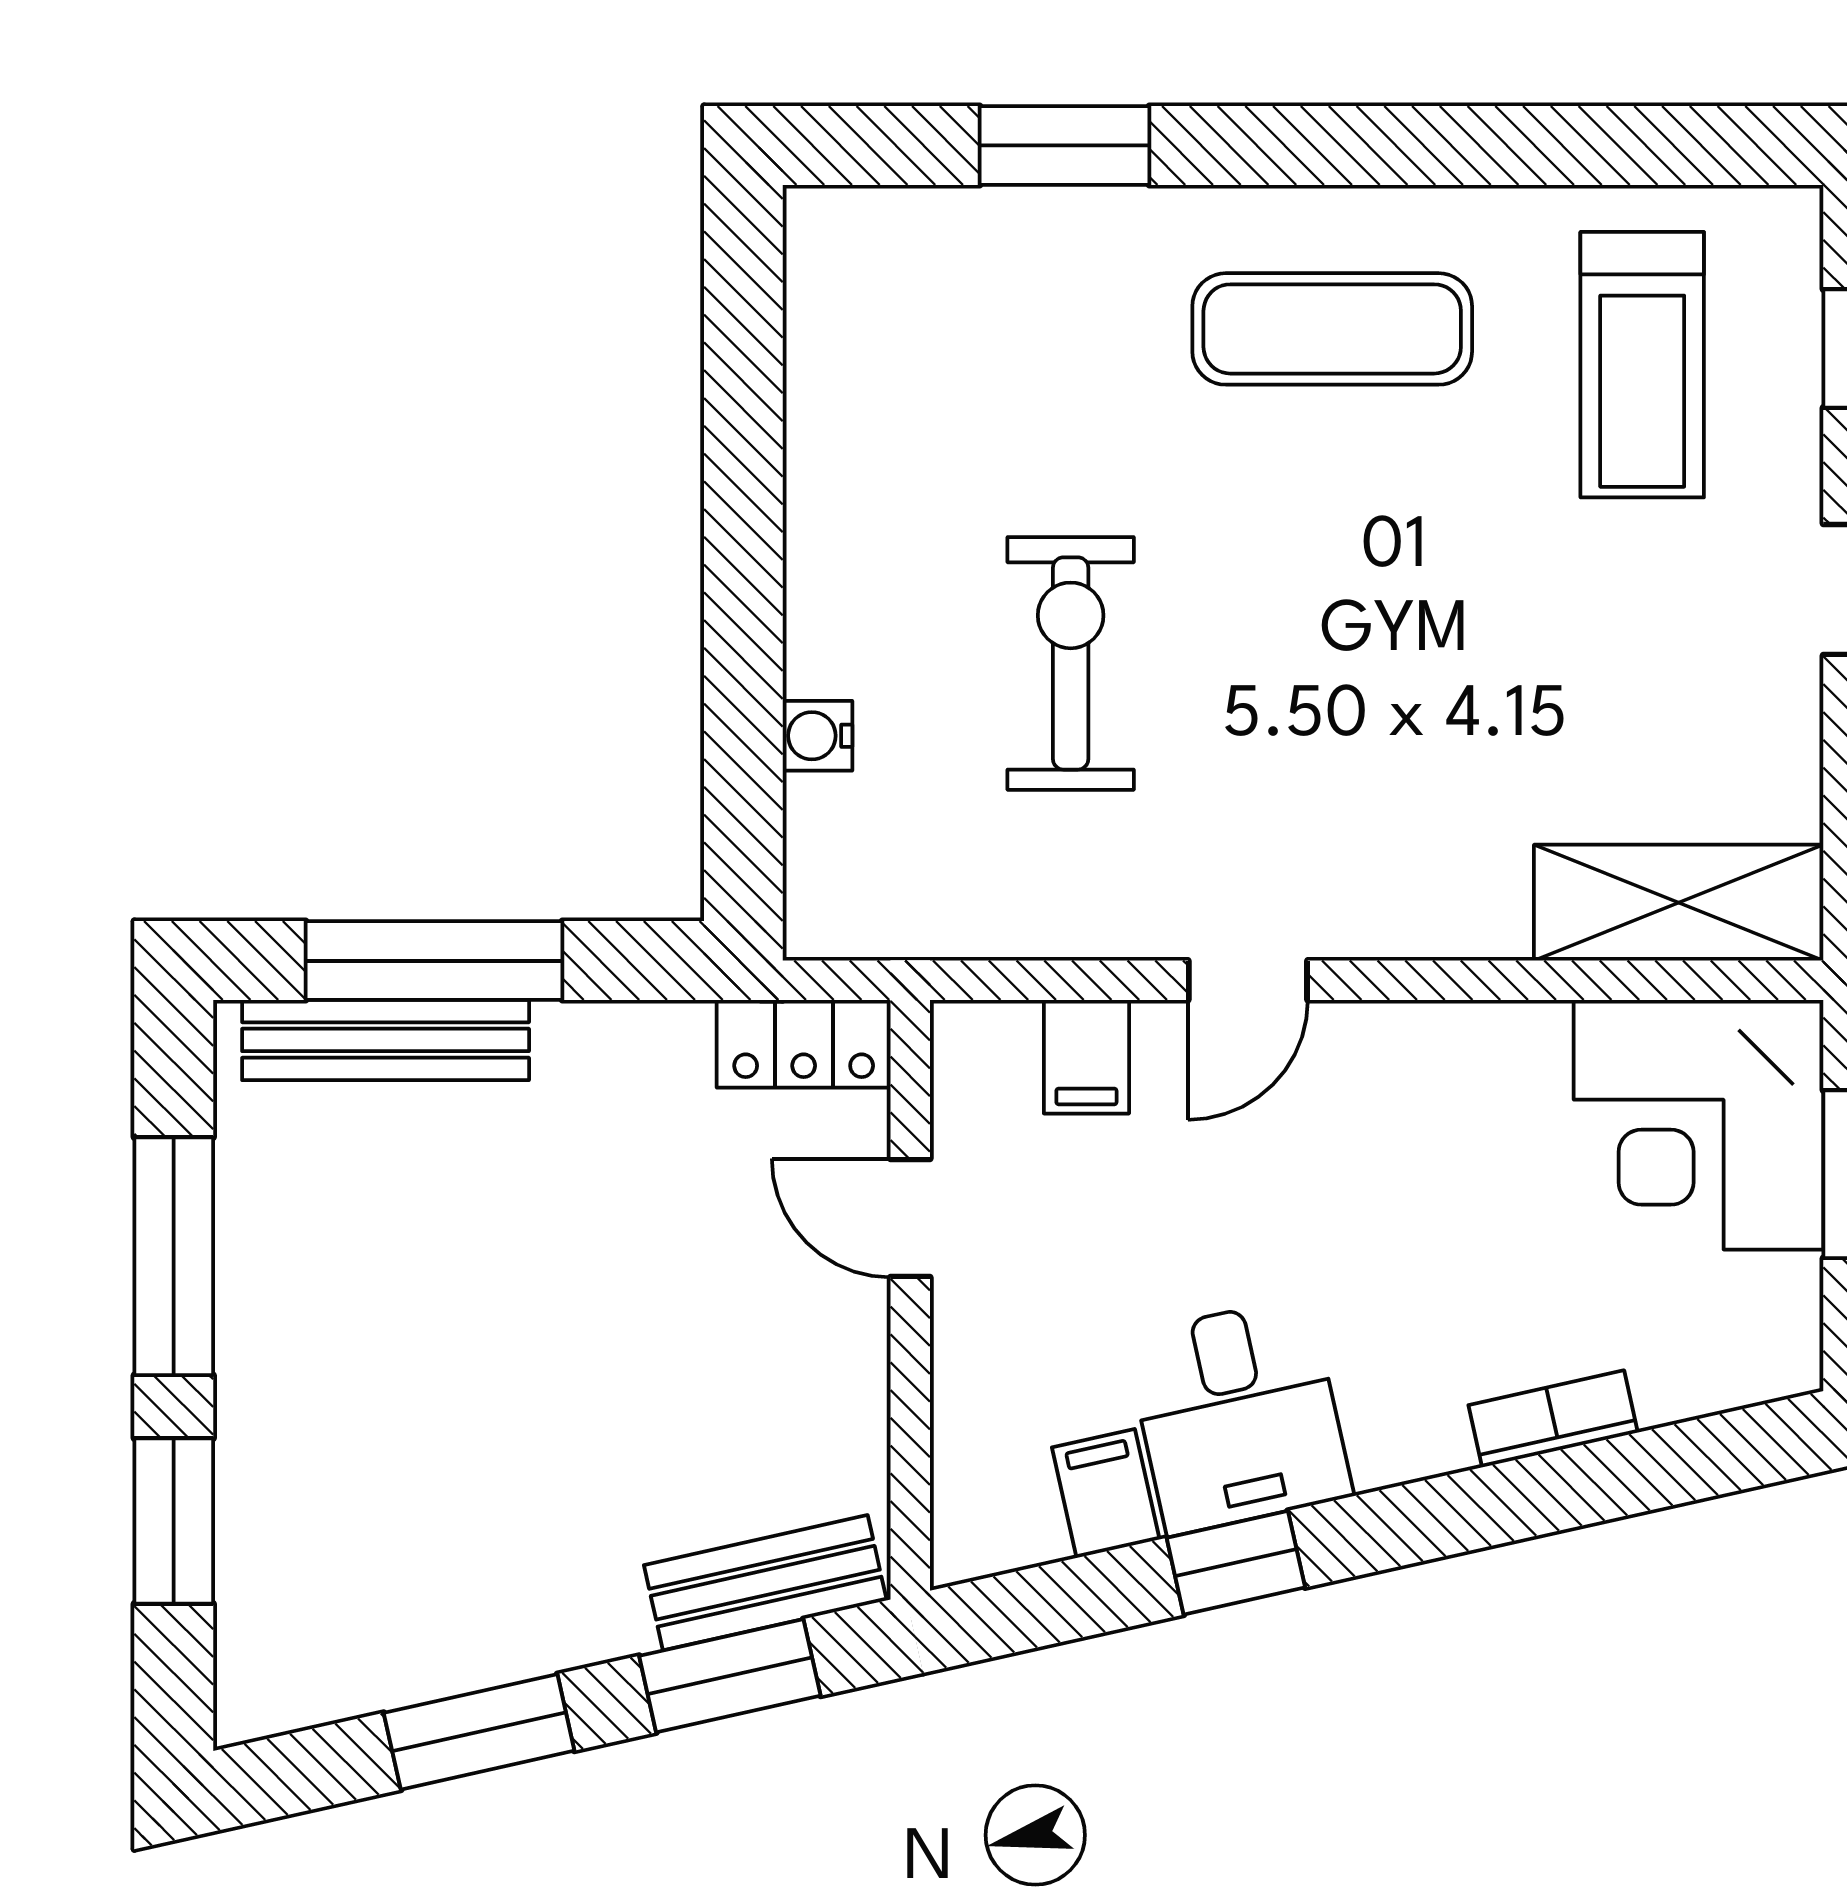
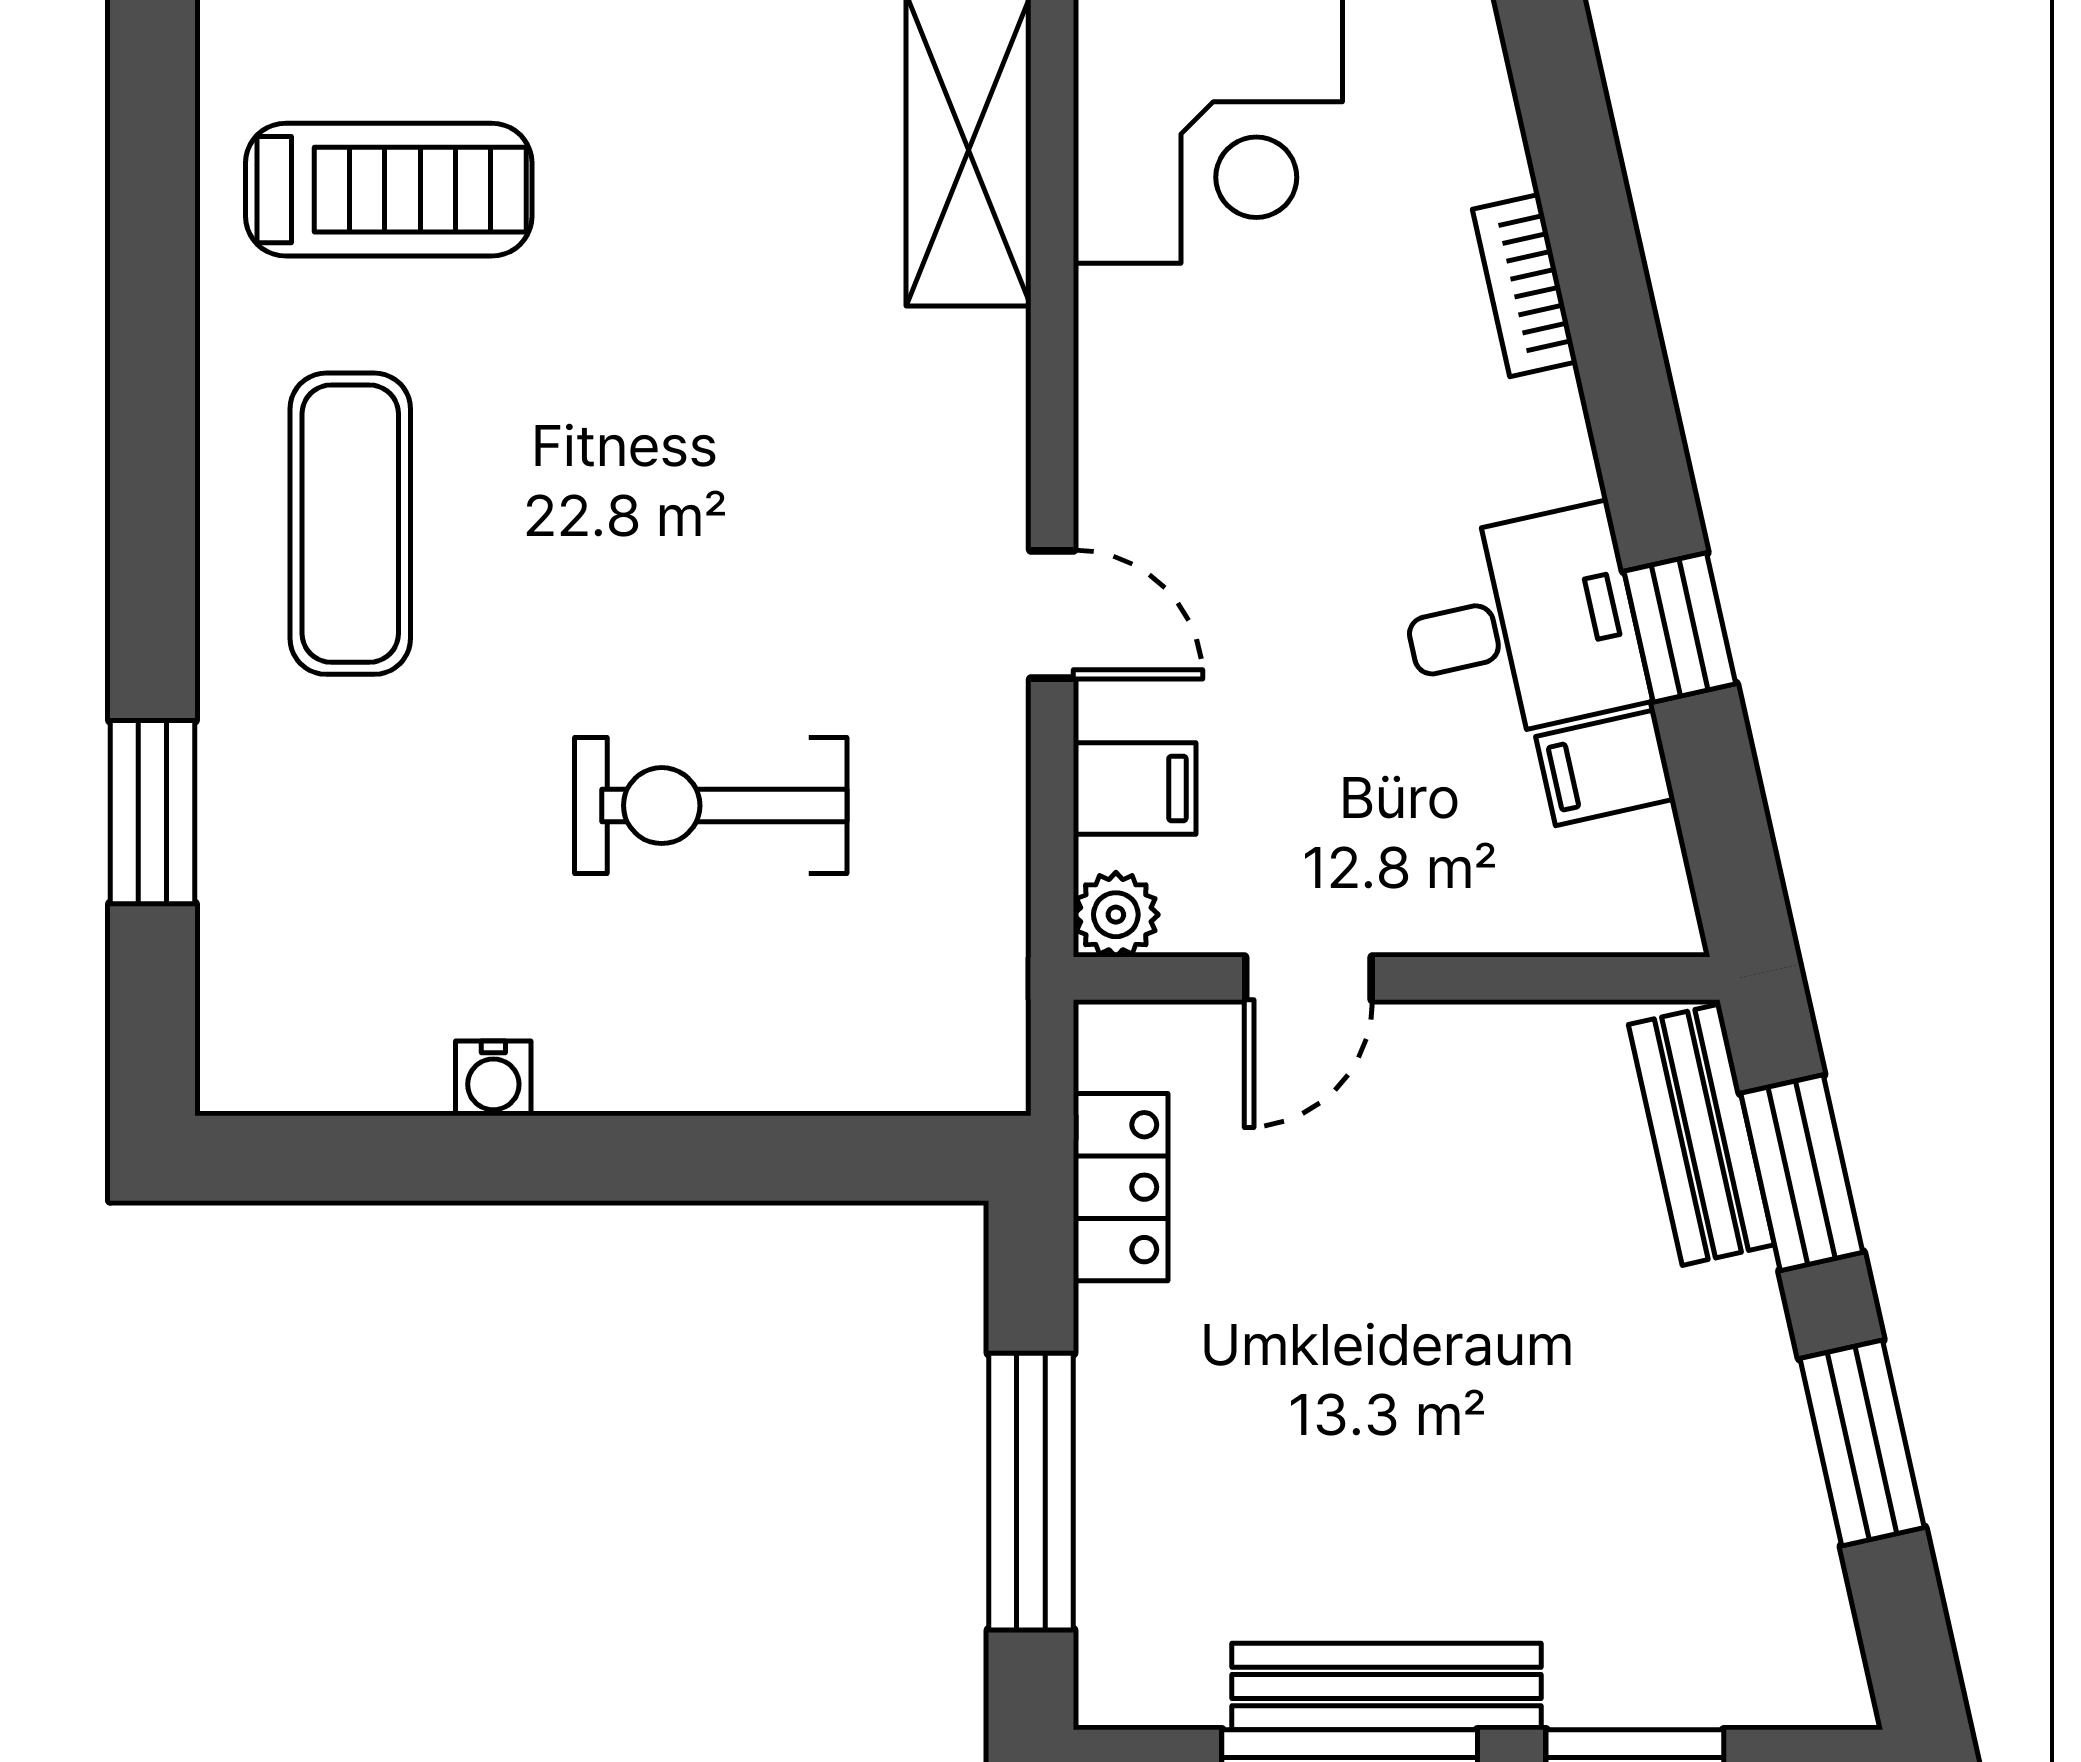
water cooler: (817, 736) -> (493, 1078), moved
plant: (969, 1039) -> (1116, 915), added
bench: (386, 1040) -> (1387, 1686), moved, turned 90
locker: (804, 1044) -> (1121, 1187), moved

